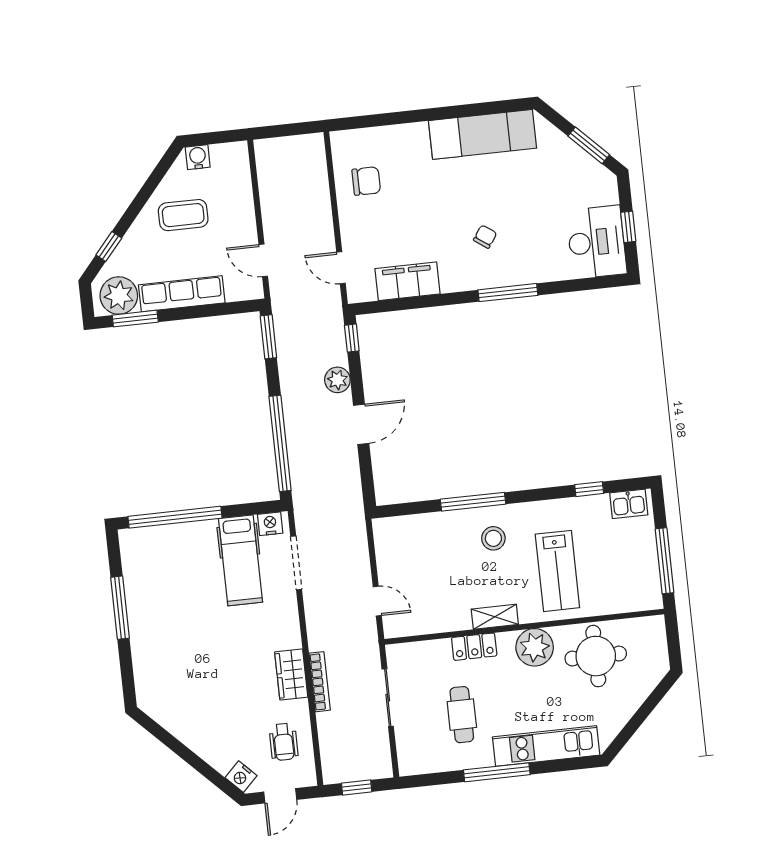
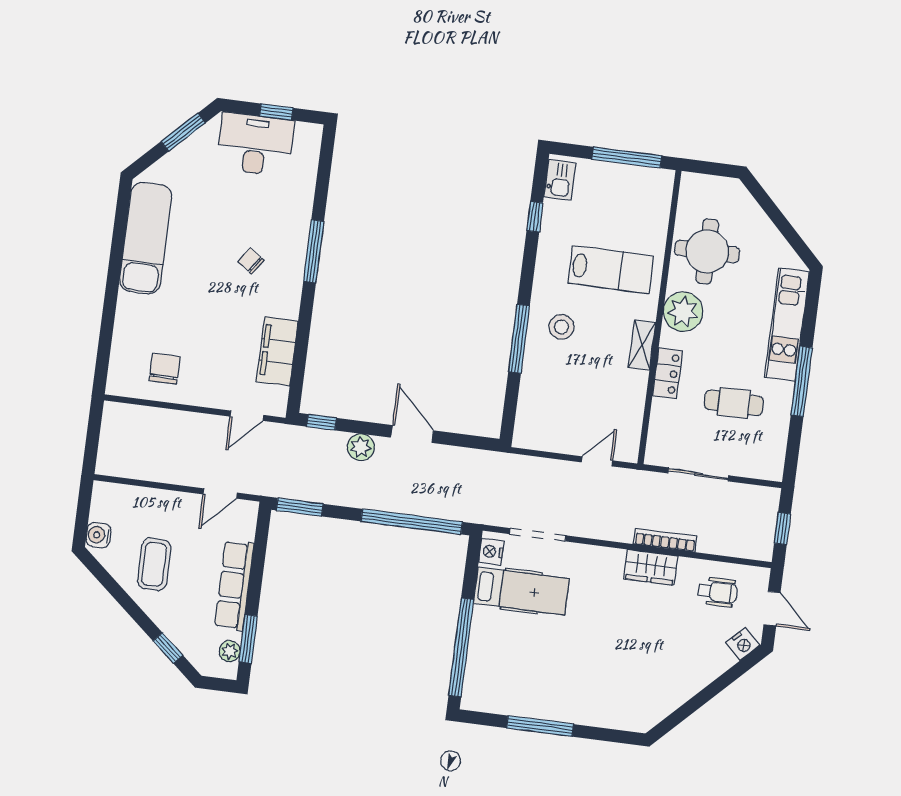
desk: (596, 242) -> (255, 144), moved
plant: (119, 296) -> (230, 651), width x0.53, depth x0.53

